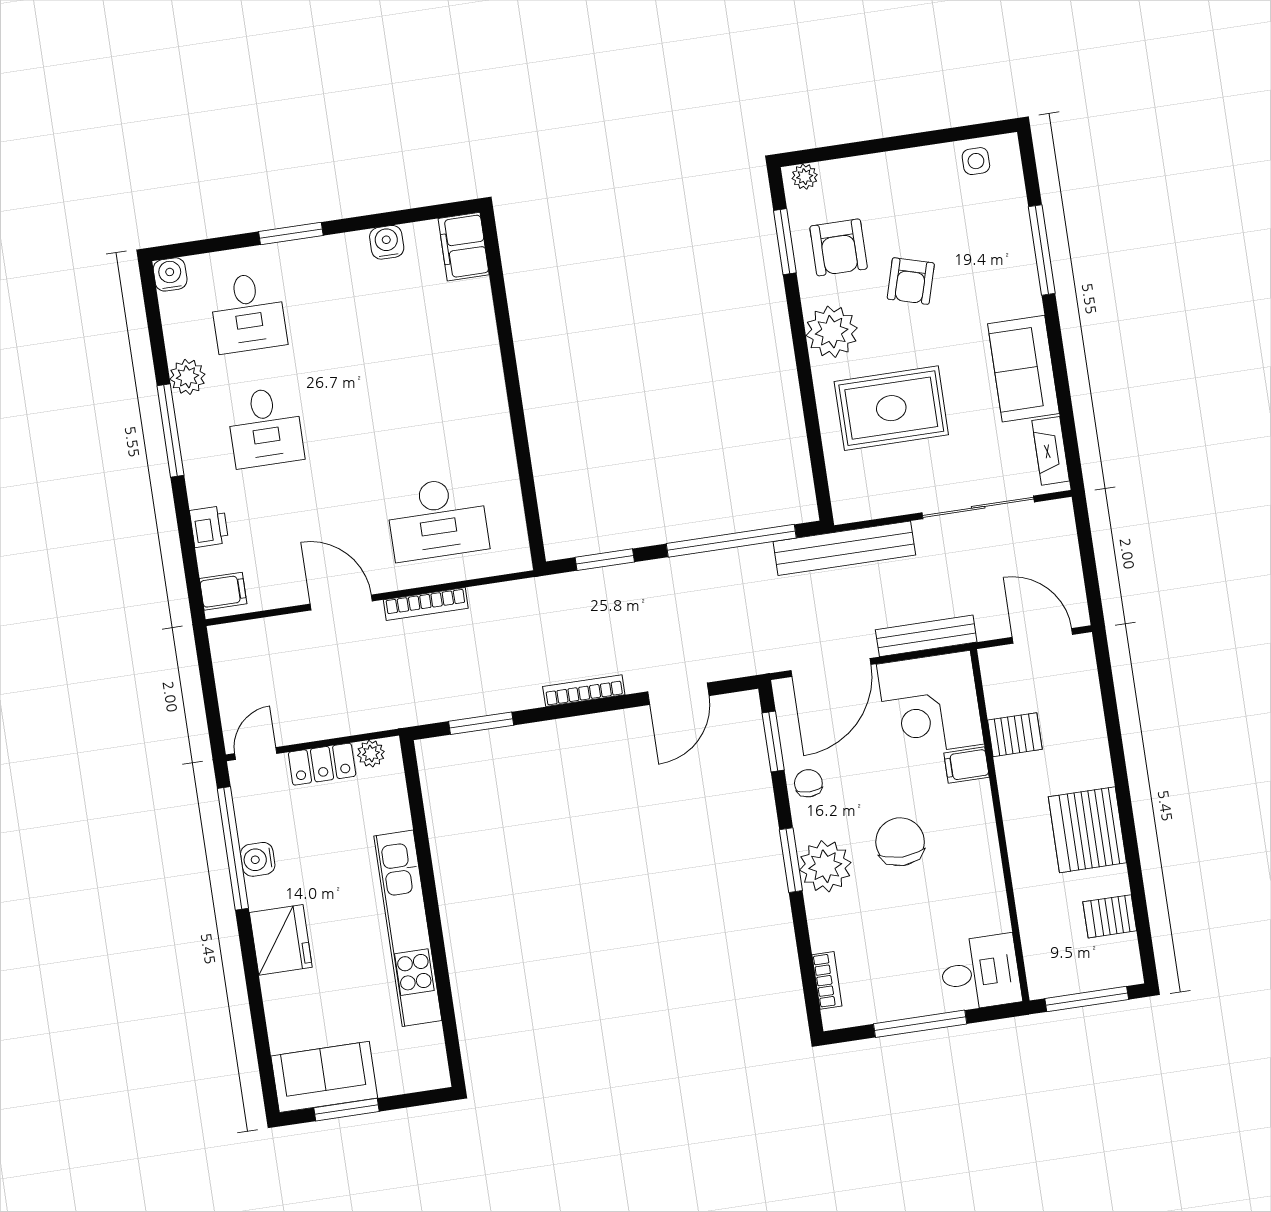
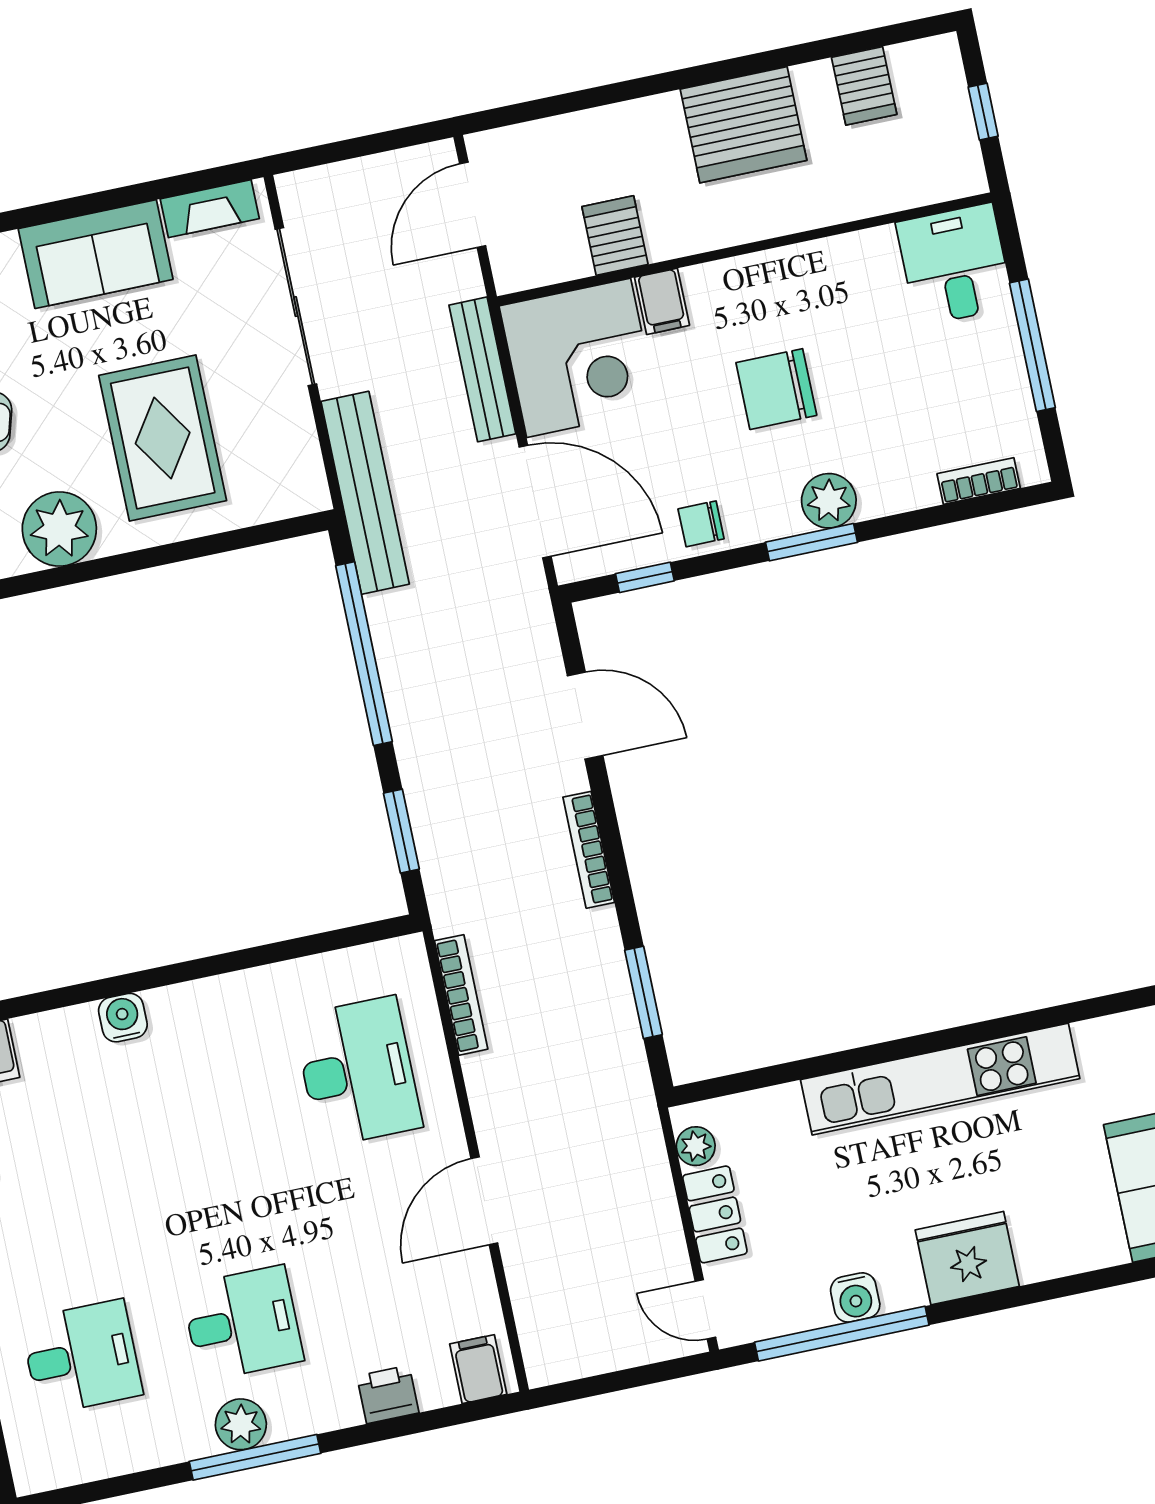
water cooler: (170, 274) -> (123, 1018), moved, turned 90
plant: (187, 377) -> (241, 1424), moved
bookcase: (426, 604) -> (461, 995), moved
window: (773, 741) -> (645, 577), width x0.67
plant: (825, 866) -> (829, 501), width x0.73, depth x0.73
window: (1087, 999) -> (983, 112), width x0.46

